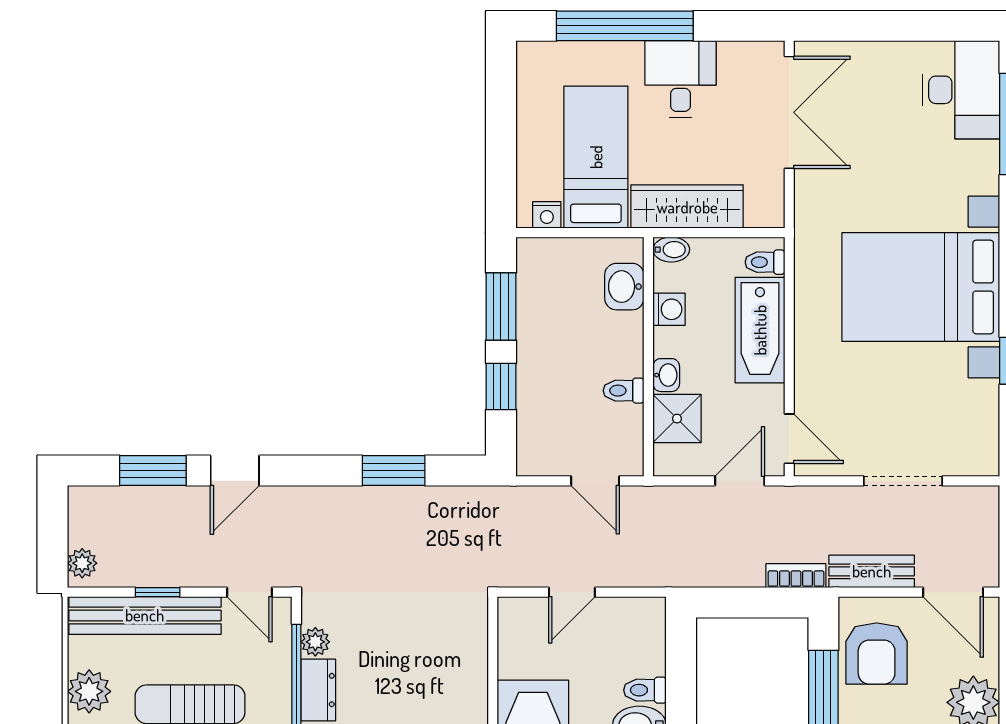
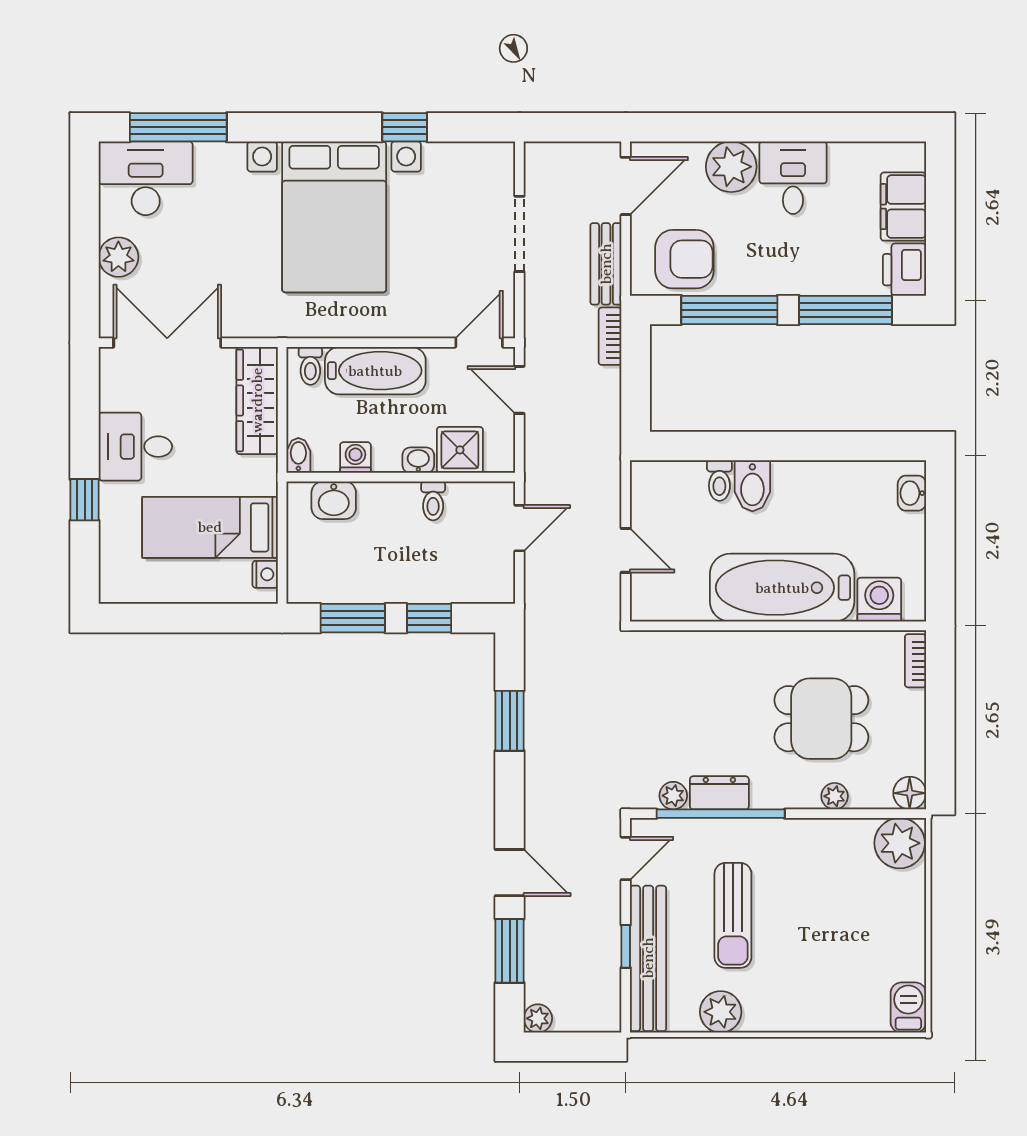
window: (625, 26) -> (85, 500), width x0.32
plant: (879, 61) -> (118, 257), added
wardrobe: (687, 207) -> (257, 400), moved
plant: (82, 563) -> (538, 1018), moved

